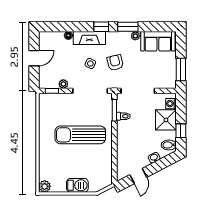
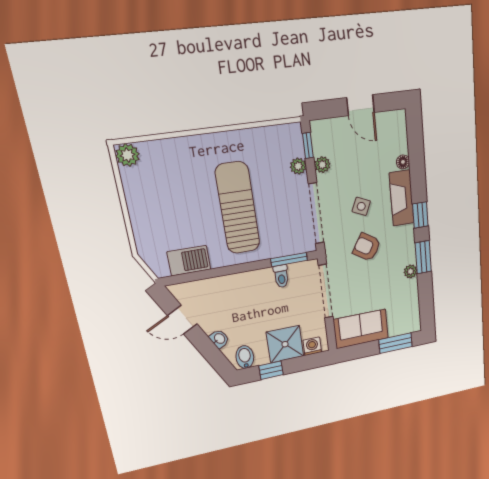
sofa: (158, 41) -> (361, 329), moved, turned 90
armchair: (115, 63) -> (367, 247), turned -134
window: (181, 69) -> (396, 343), moved
plant: (62, 98) -> (298, 166), added
barbecue: (77, 185) -> (189, 261), moved, turned -90

